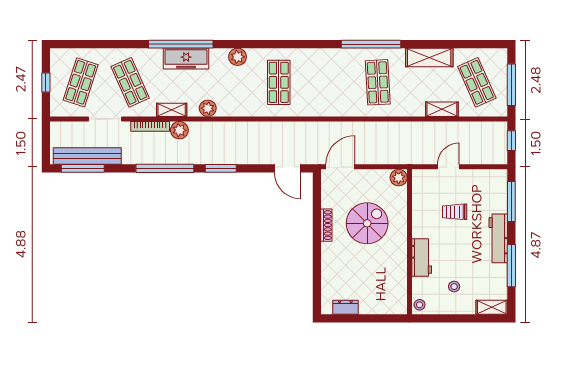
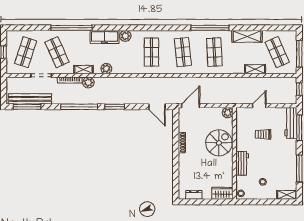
window: (181, 44) -> (72, 28), moved
freezer: (186, 59) -> (105, 37), moved
shop shelf: (328, 82) -> (183, 52), added
spiral stairs: (367, 223) -> (219, 143), moved
workbench: (498, 238) -> (291, 123), moved
wardrobe: (390, 305) -> (222, 193), added

